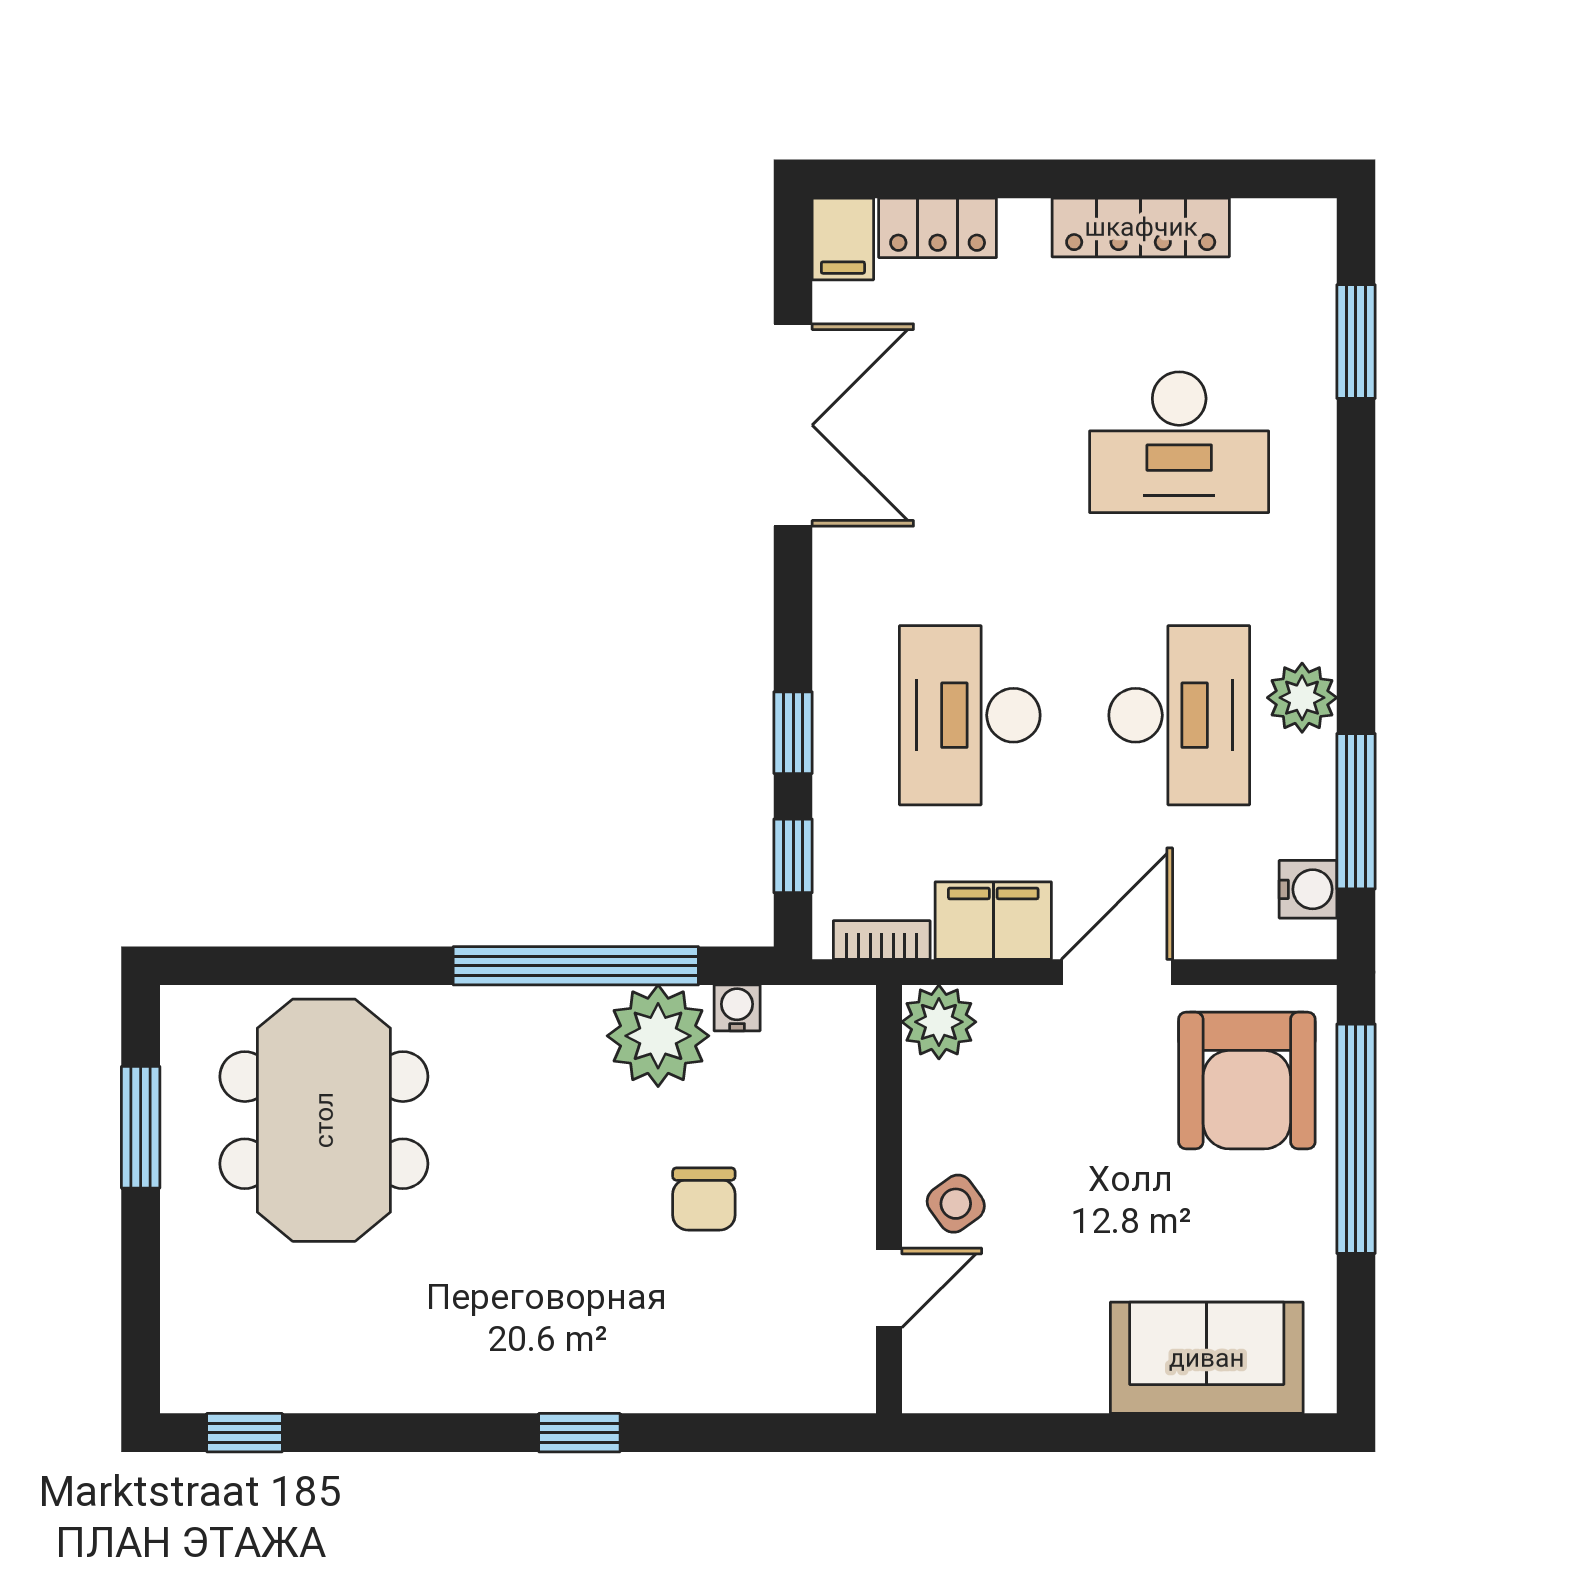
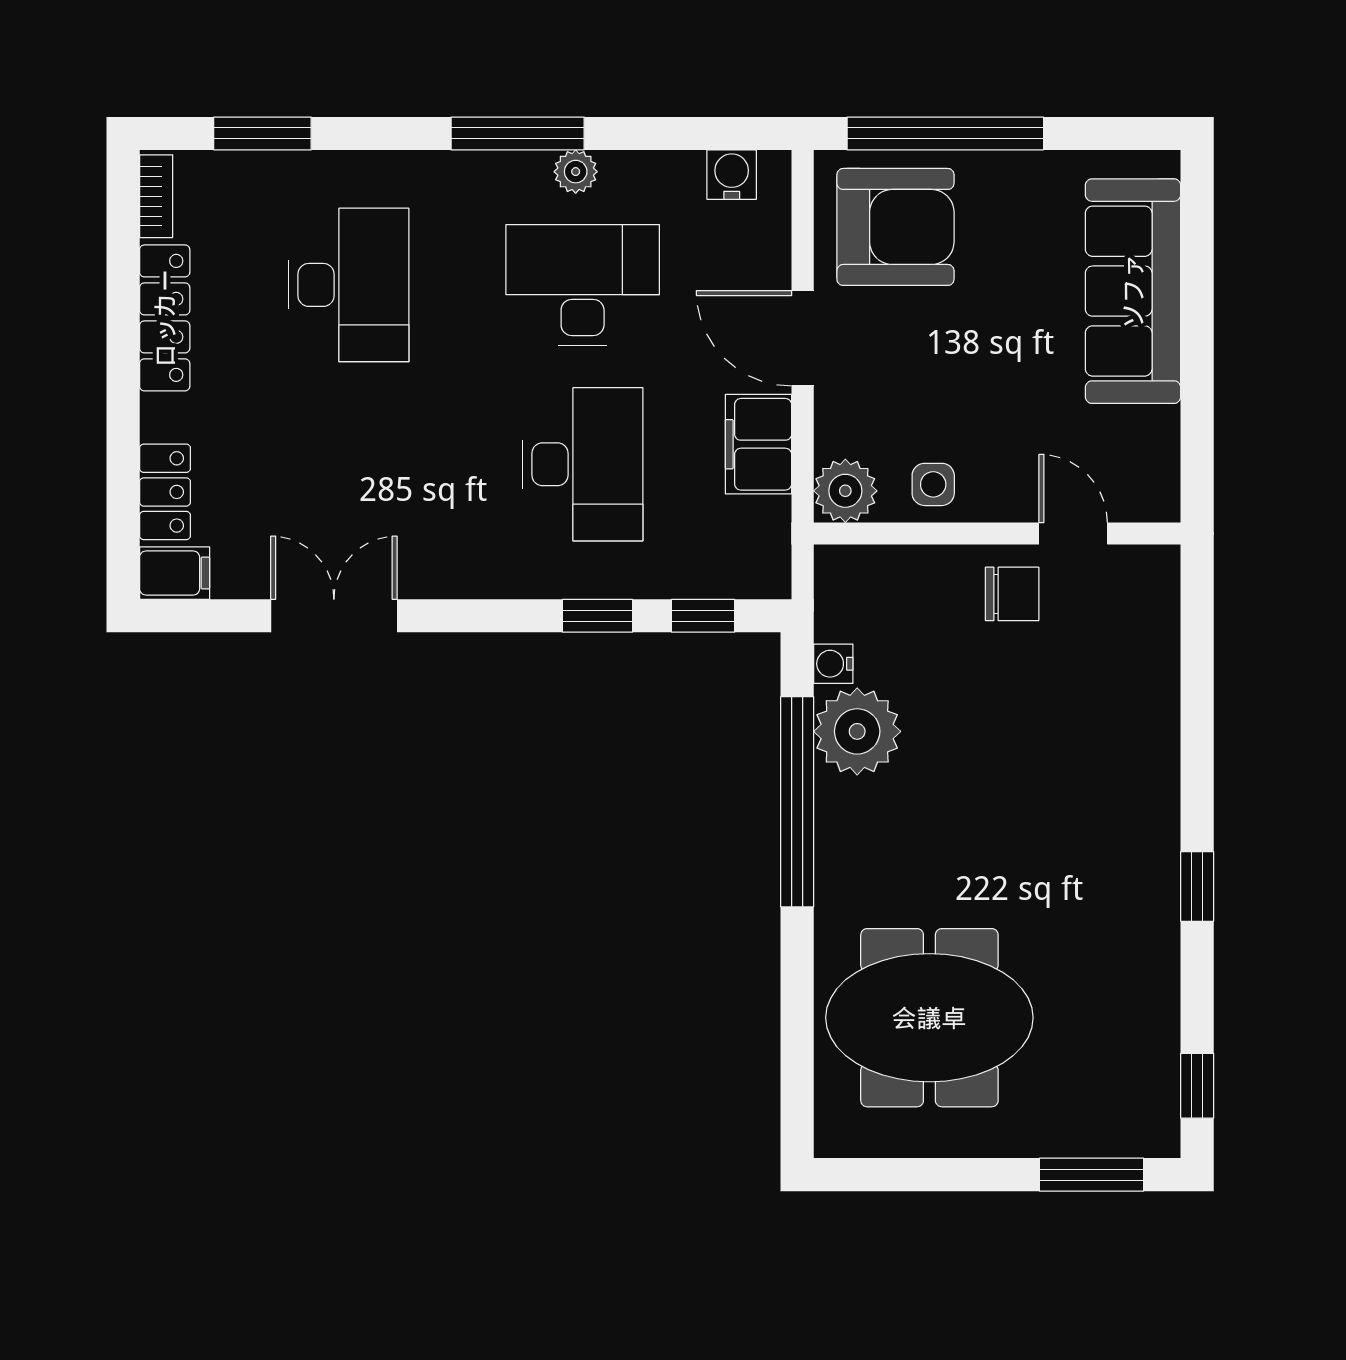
double door: (793, 425) -> (334, 616), width x0.73
plant: (1302, 698) -> (576, 172), width x0.73, depth x0.73
desk: (970, 715) -> (583, 464), turned -90
window: (1356, 811) -> (518, 133), moved
bookcase: (882, 940) -> (156, 196), moved, turned 180
window: (141, 1127) -> (1092, 1175), moved
chair: (704, 1199) -> (1012, 594), moved
side table: (956, 1204) -> (933, 484), moved, turned 36
sofa: (1207, 1358) -> (1133, 291), width x1.36
window: (579, 1433) -> (1197, 886), moved

